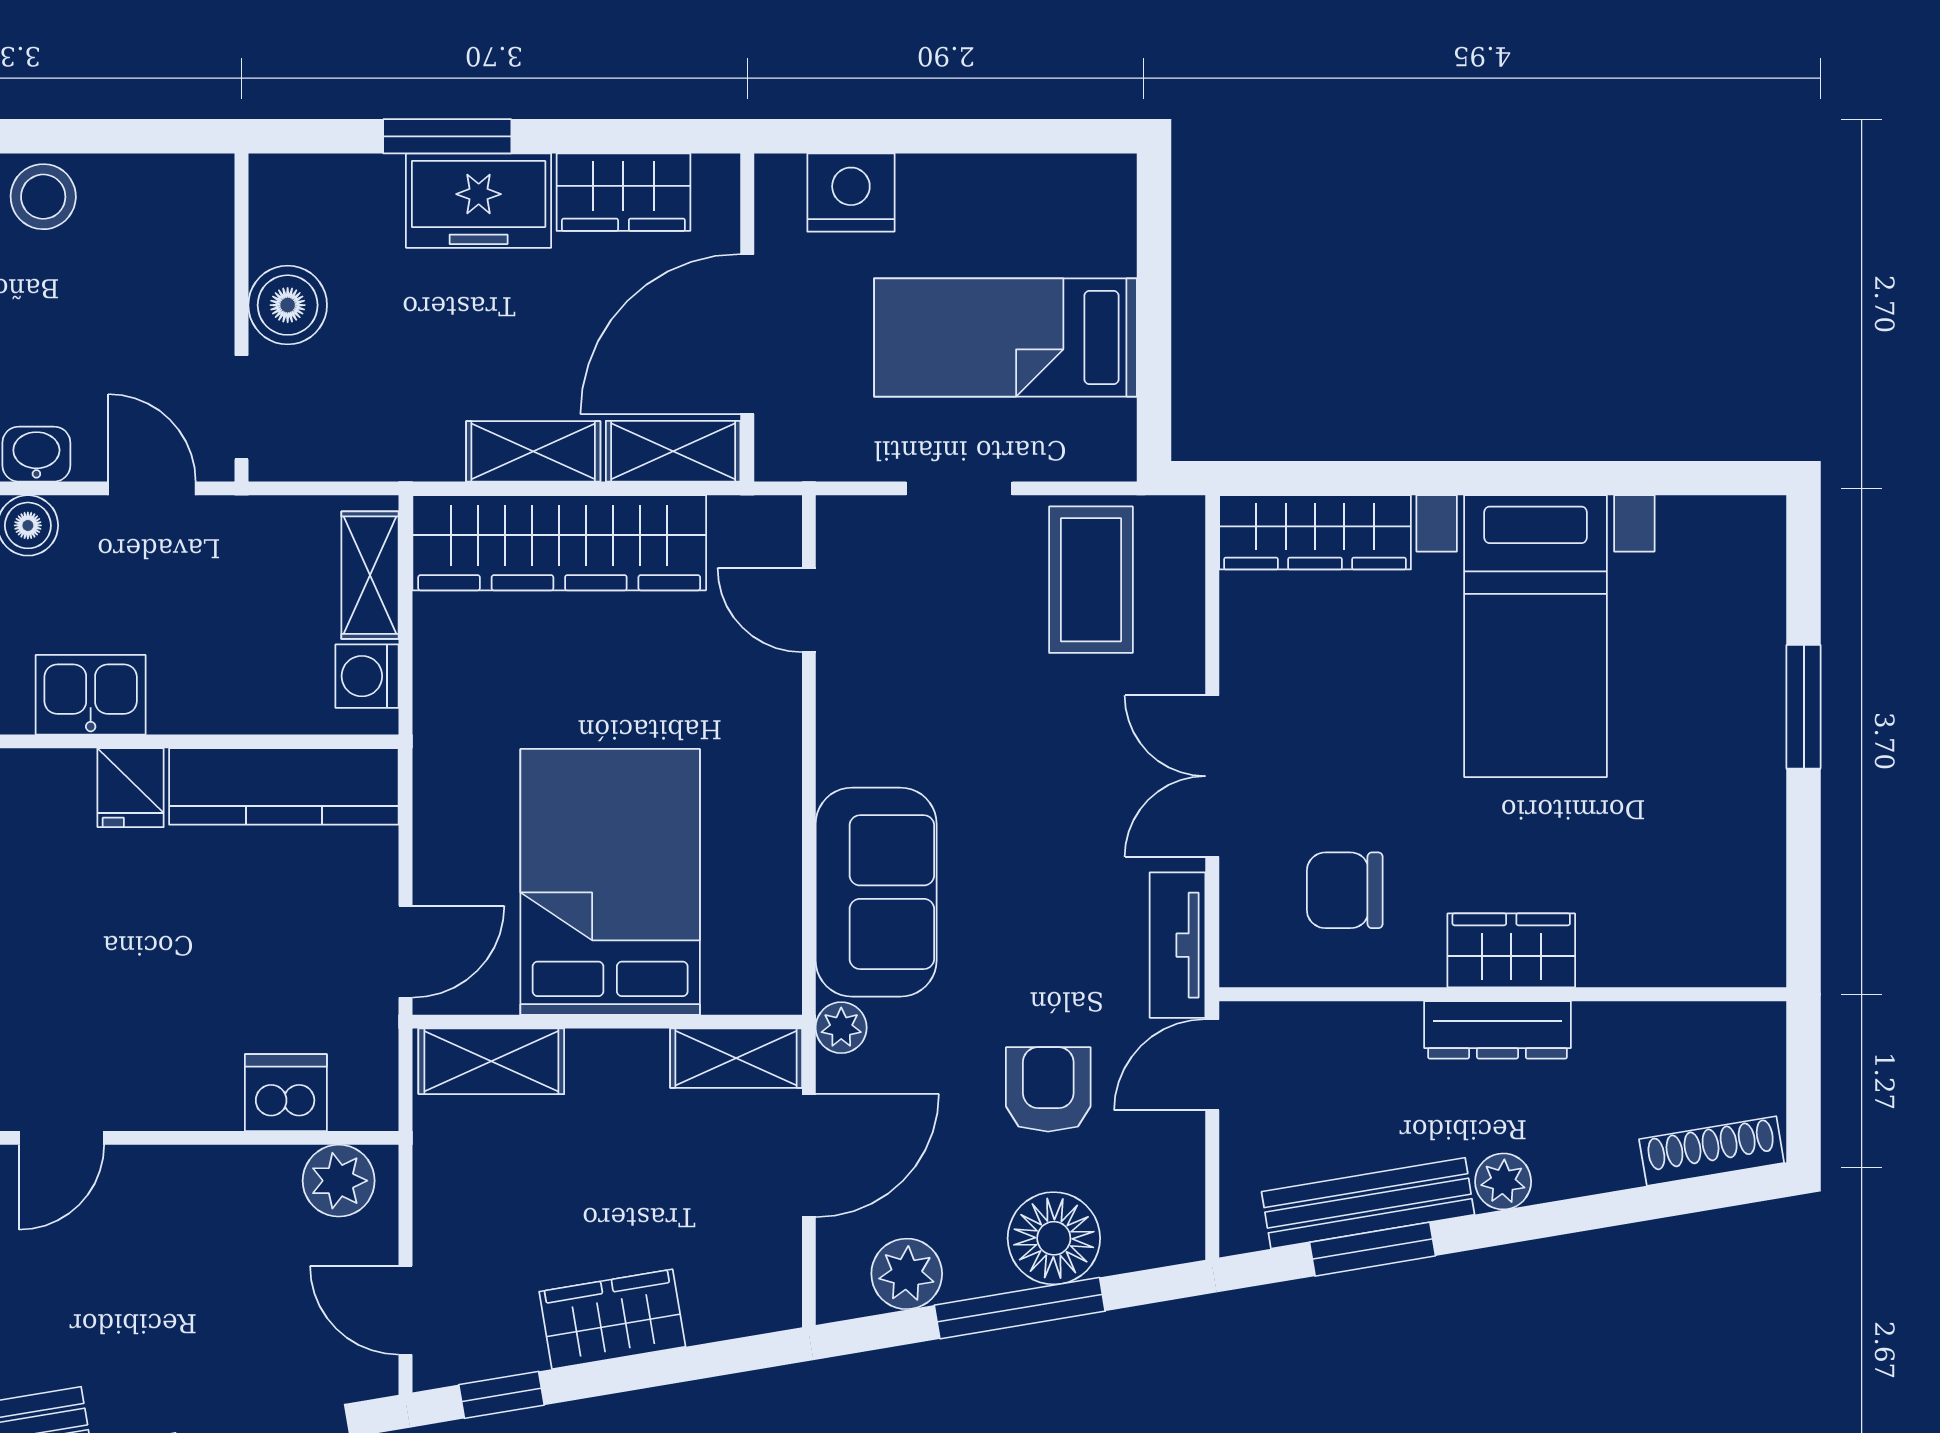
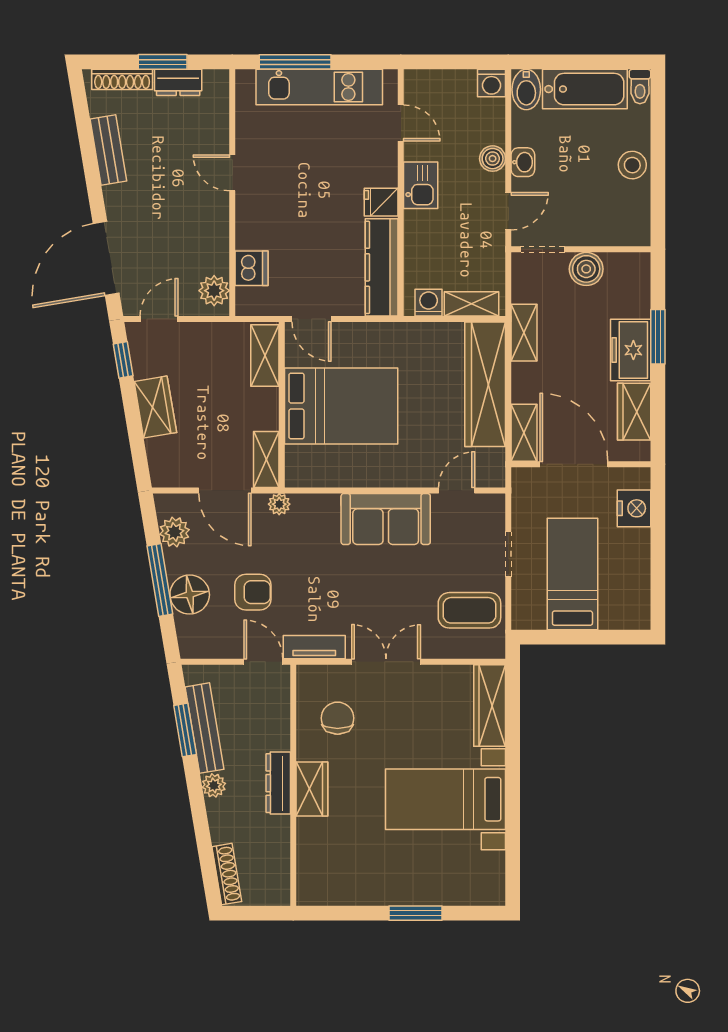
shelving: (533, 451) -> (524, 333), moved
sofa: (876, 892) -> (386, 519), moved

